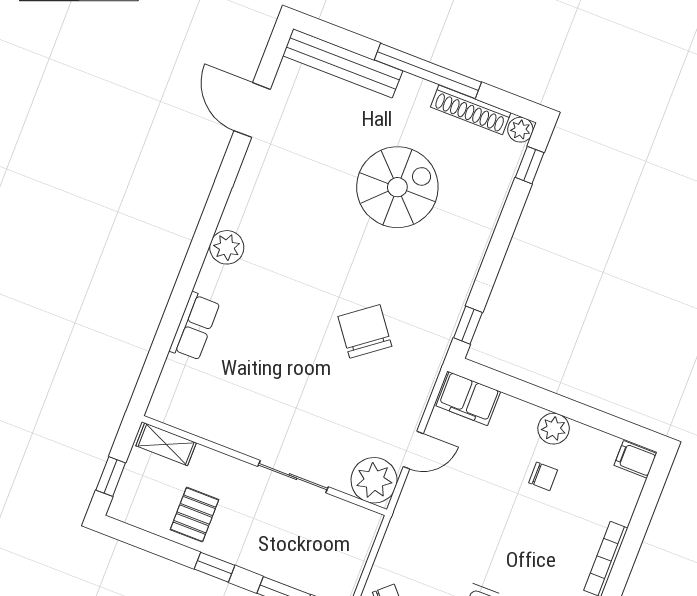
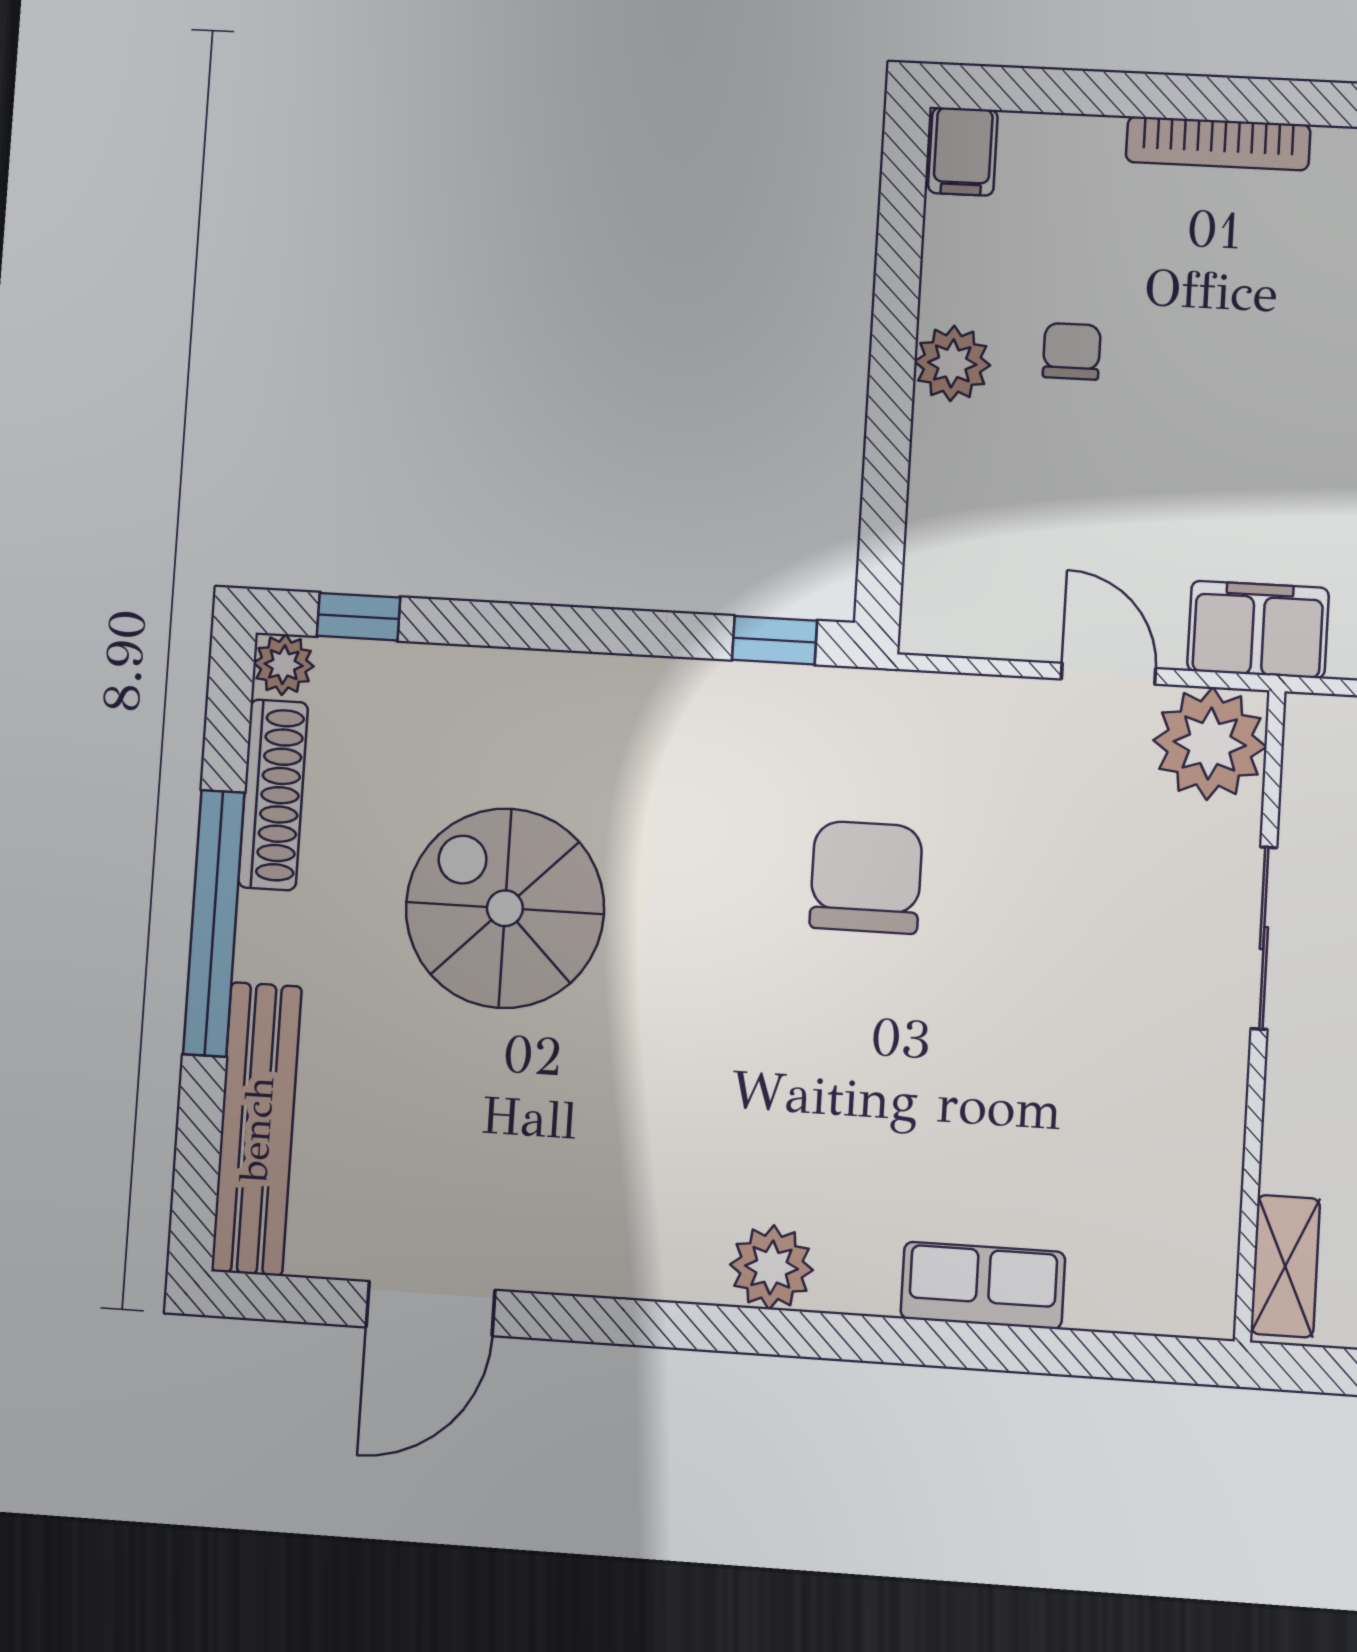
chair: (365, 331) -> (866, 877), turned 127
filing cabinet: (468, 399) -> (1258, 629), moved, turned -90

